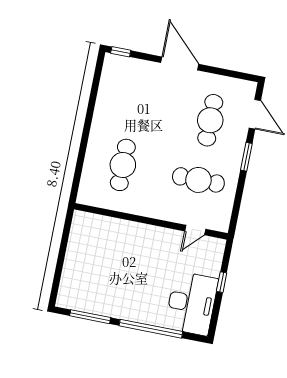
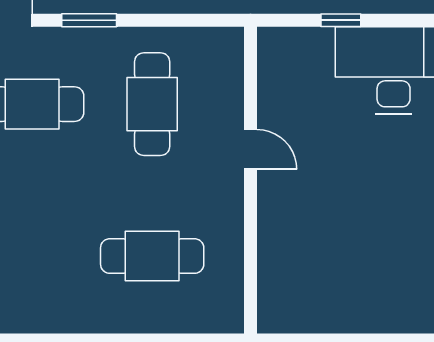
door: (195, 230) -> (250, 149), moved

